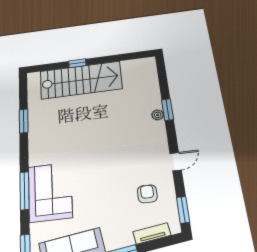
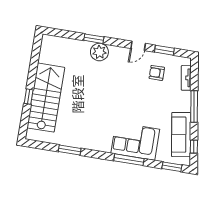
plant: (158, 115) -> (99, 52), width x1.87, depth x1.87
door: (176, 162) -> (138, 46), swing flipped
window: (183, 210) -> (164, 50), moved

